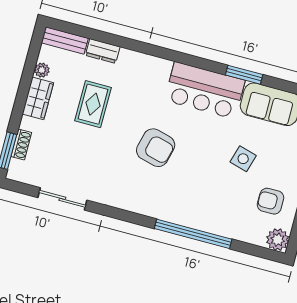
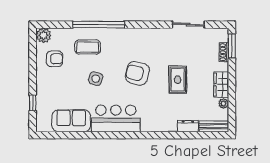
window: (244, 75) -> (93, 135), removed
rug: (93, 104) -> (178, 80), moved
side table: (243, 159) -> (96, 79), moved
coffee table: (218, 205) -> (88, 47), added

